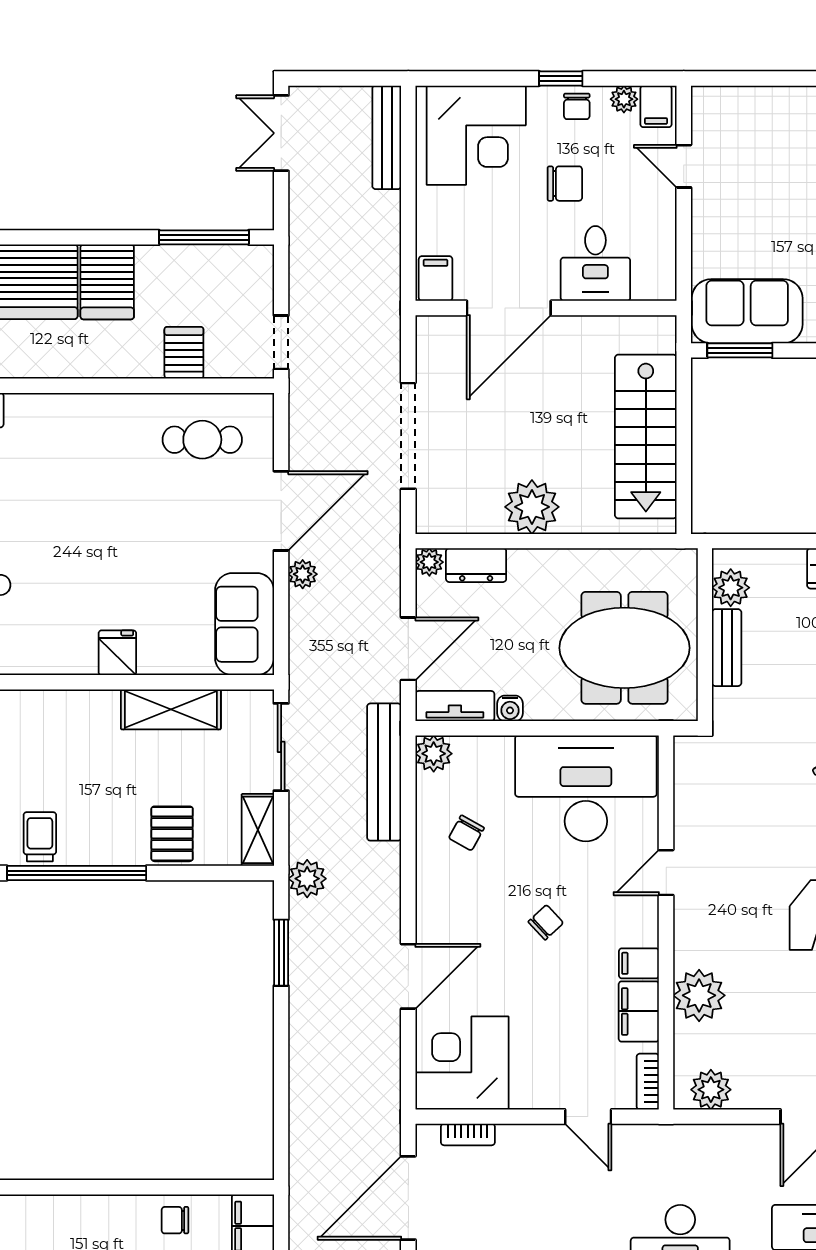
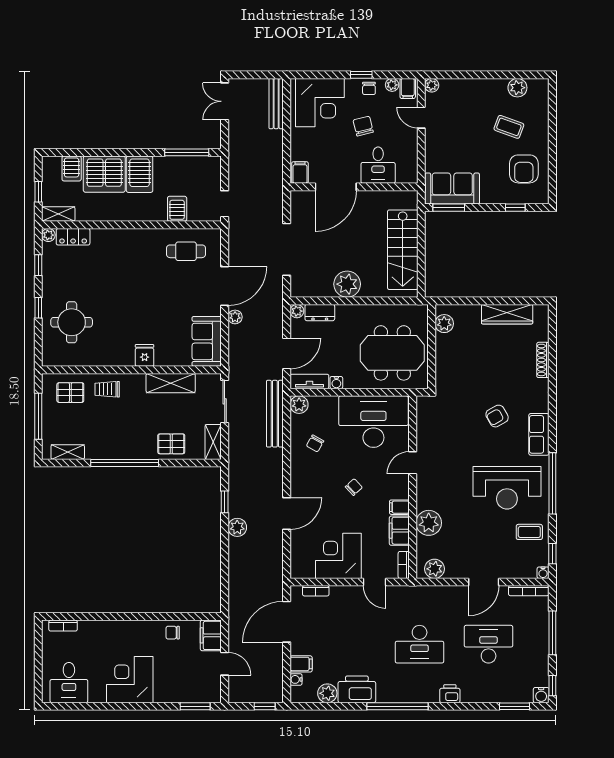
plant: (705, 100) -> (432, 85), added
chair: (565, 184) -> (363, 126), turned -104
bench: (727, 648) -> (442, 353), removed
pallet: (172, 834) -> (171, 444), turned 90
trolley: (40, 837) -> (107, 389), moved, turned -90
plant: (307, 879) -> (237, 527), moved
window: (281, 953) -> (225, 502), width x0.67
corner desk: (462, 1063) -> (338, 556), moved

